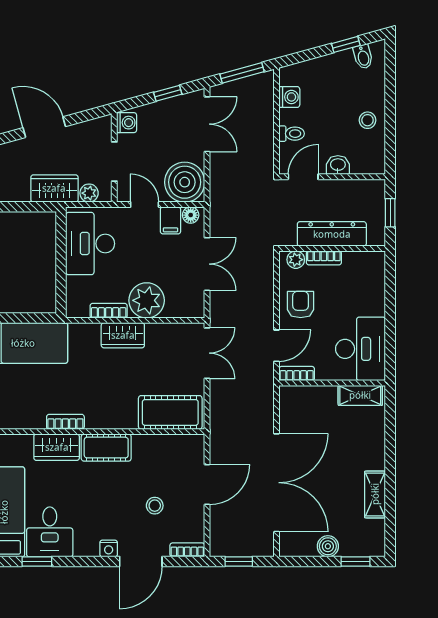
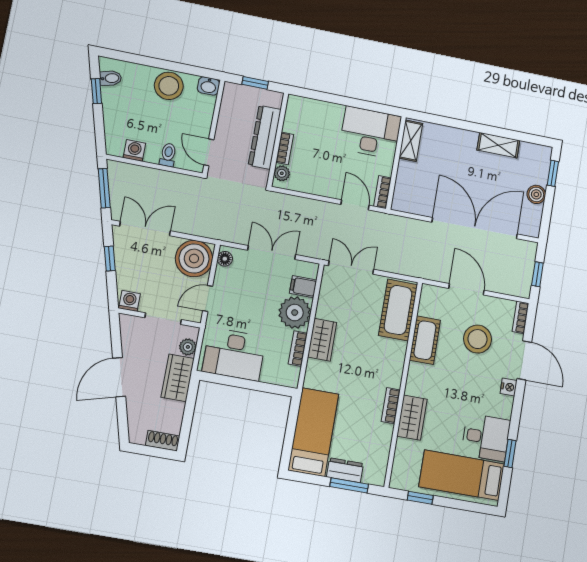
stool: (368, 120) -> (169, 86), width x1.89, depth x1.89
washbasin: (338, 165) -> (208, 86), moved, turned -90
filing cabinet: (170, 220) -> (303, 287), moved, turned 180
armchair: (301, 305) -> (322, 177), removed
cot: (106, 448) -> (425, 340), moved
stool: (155, 506) -> (478, 339), width x1.89, depth x1.89

